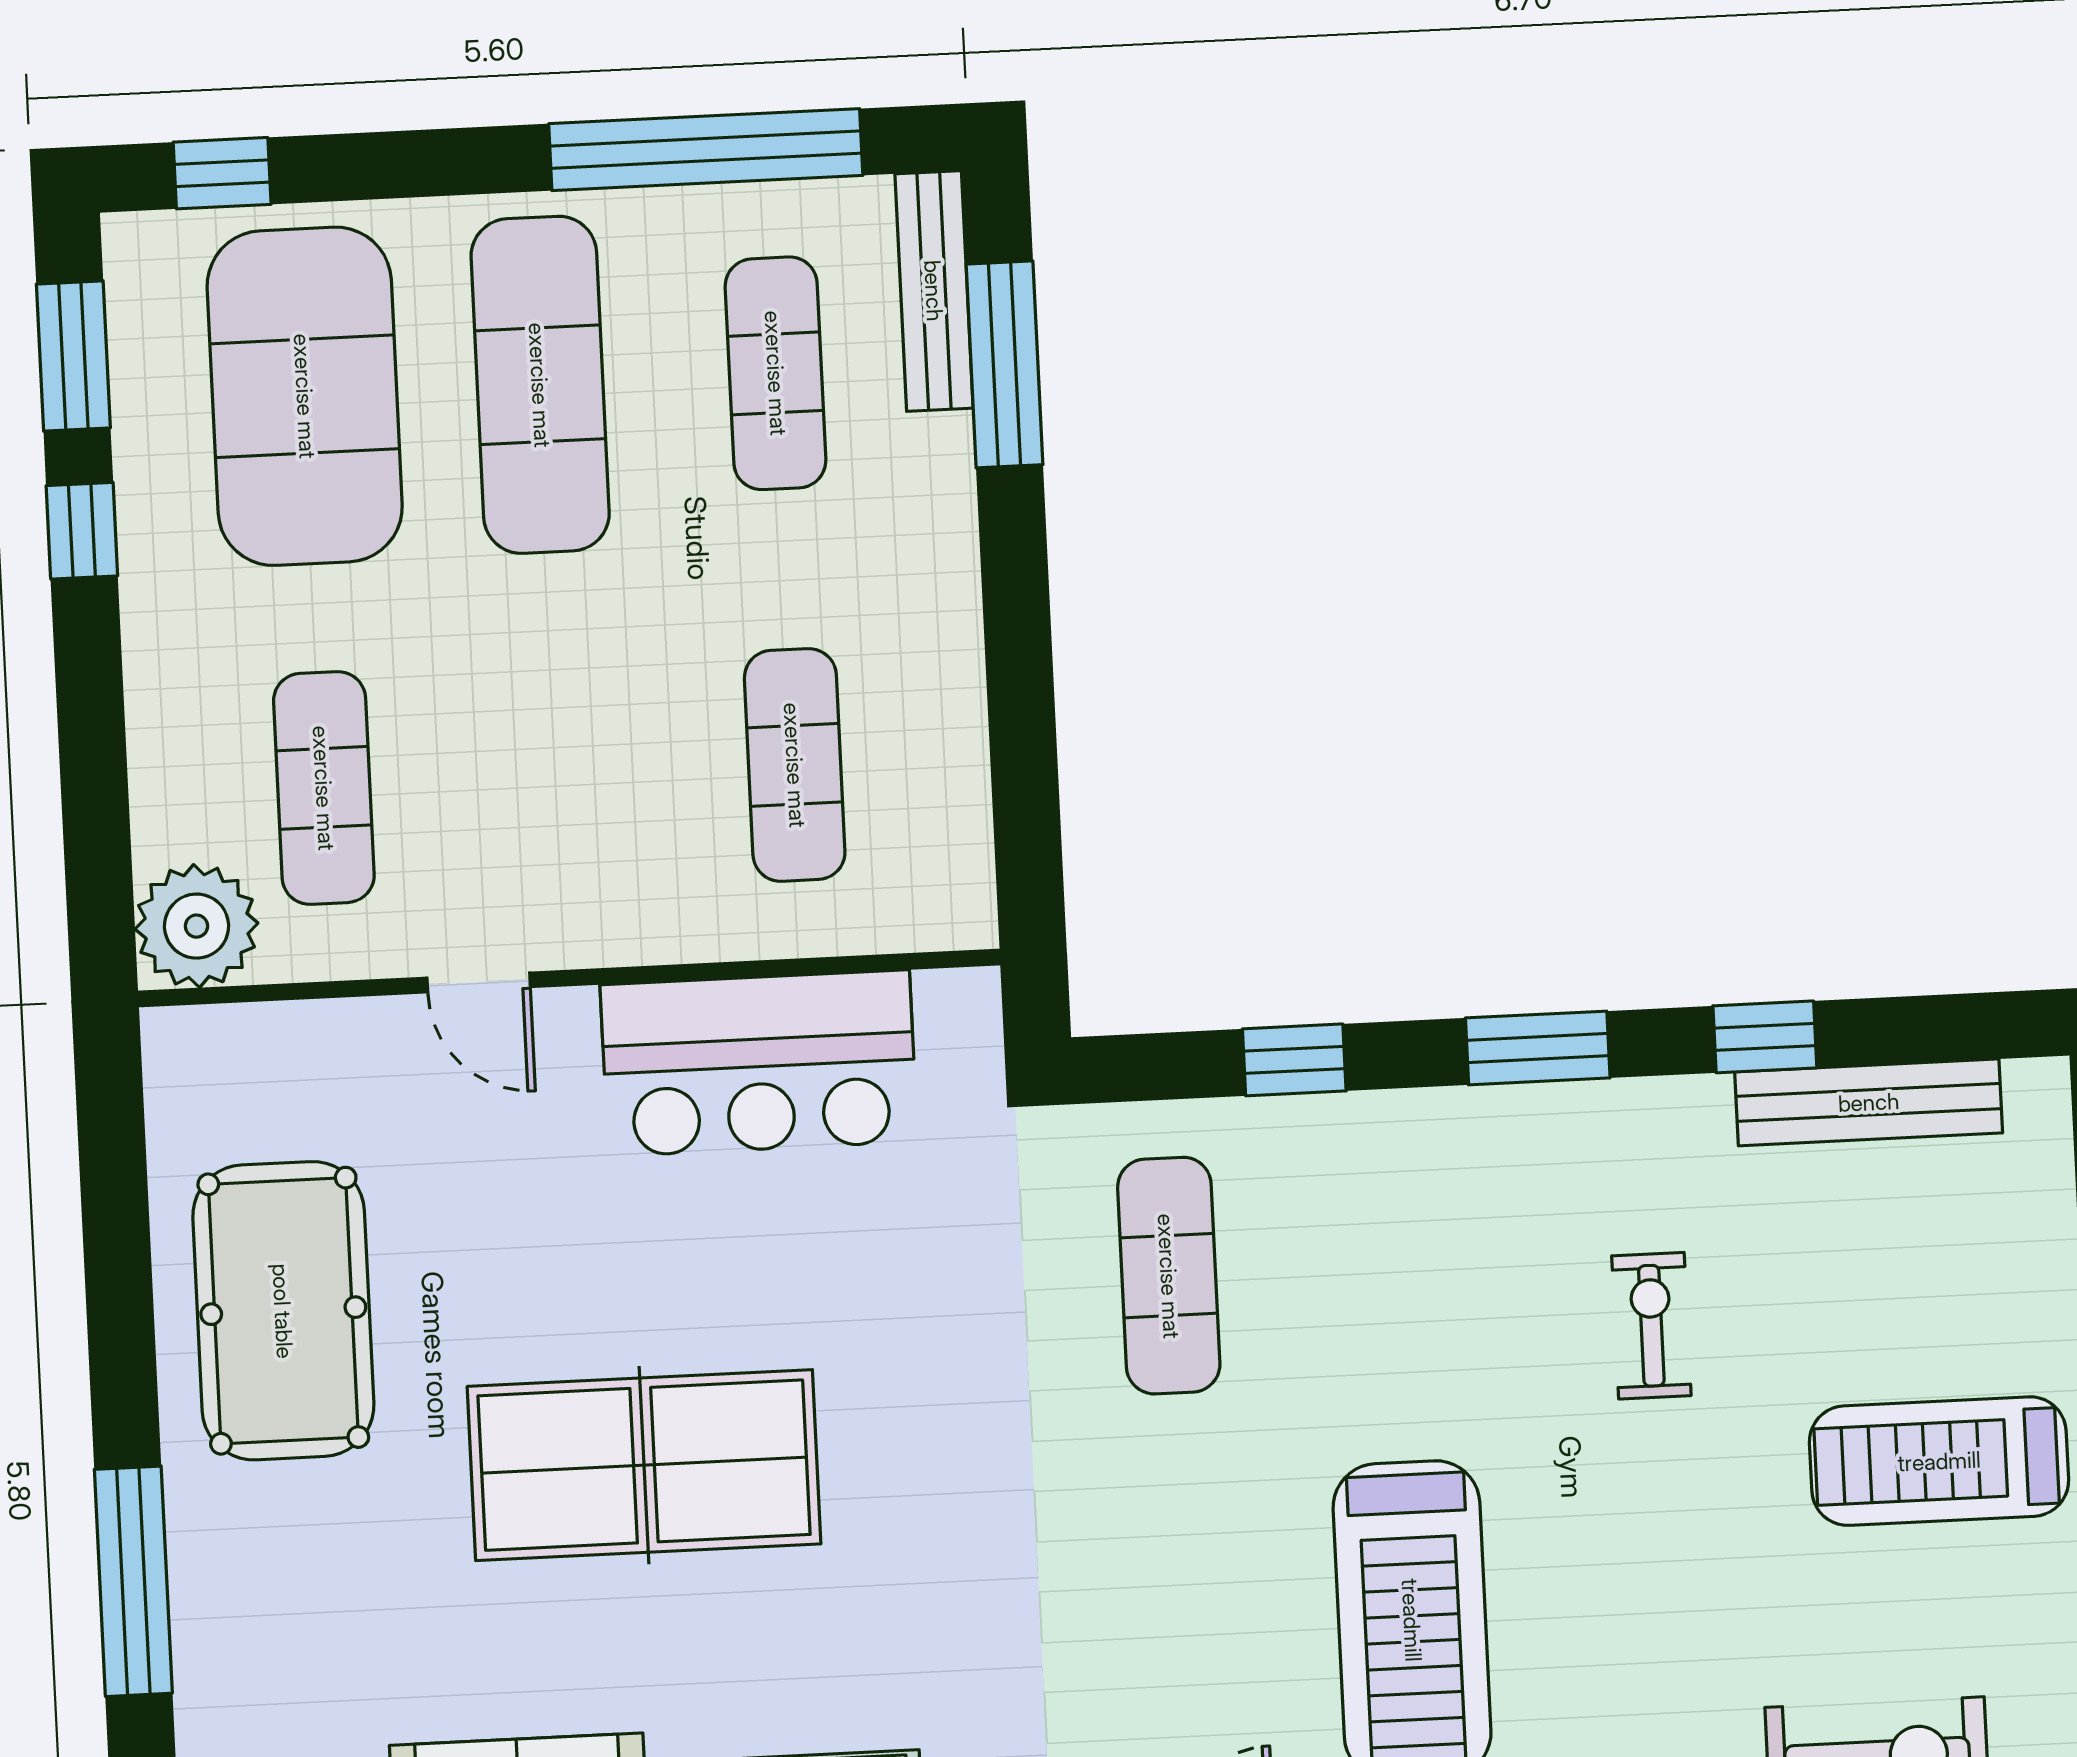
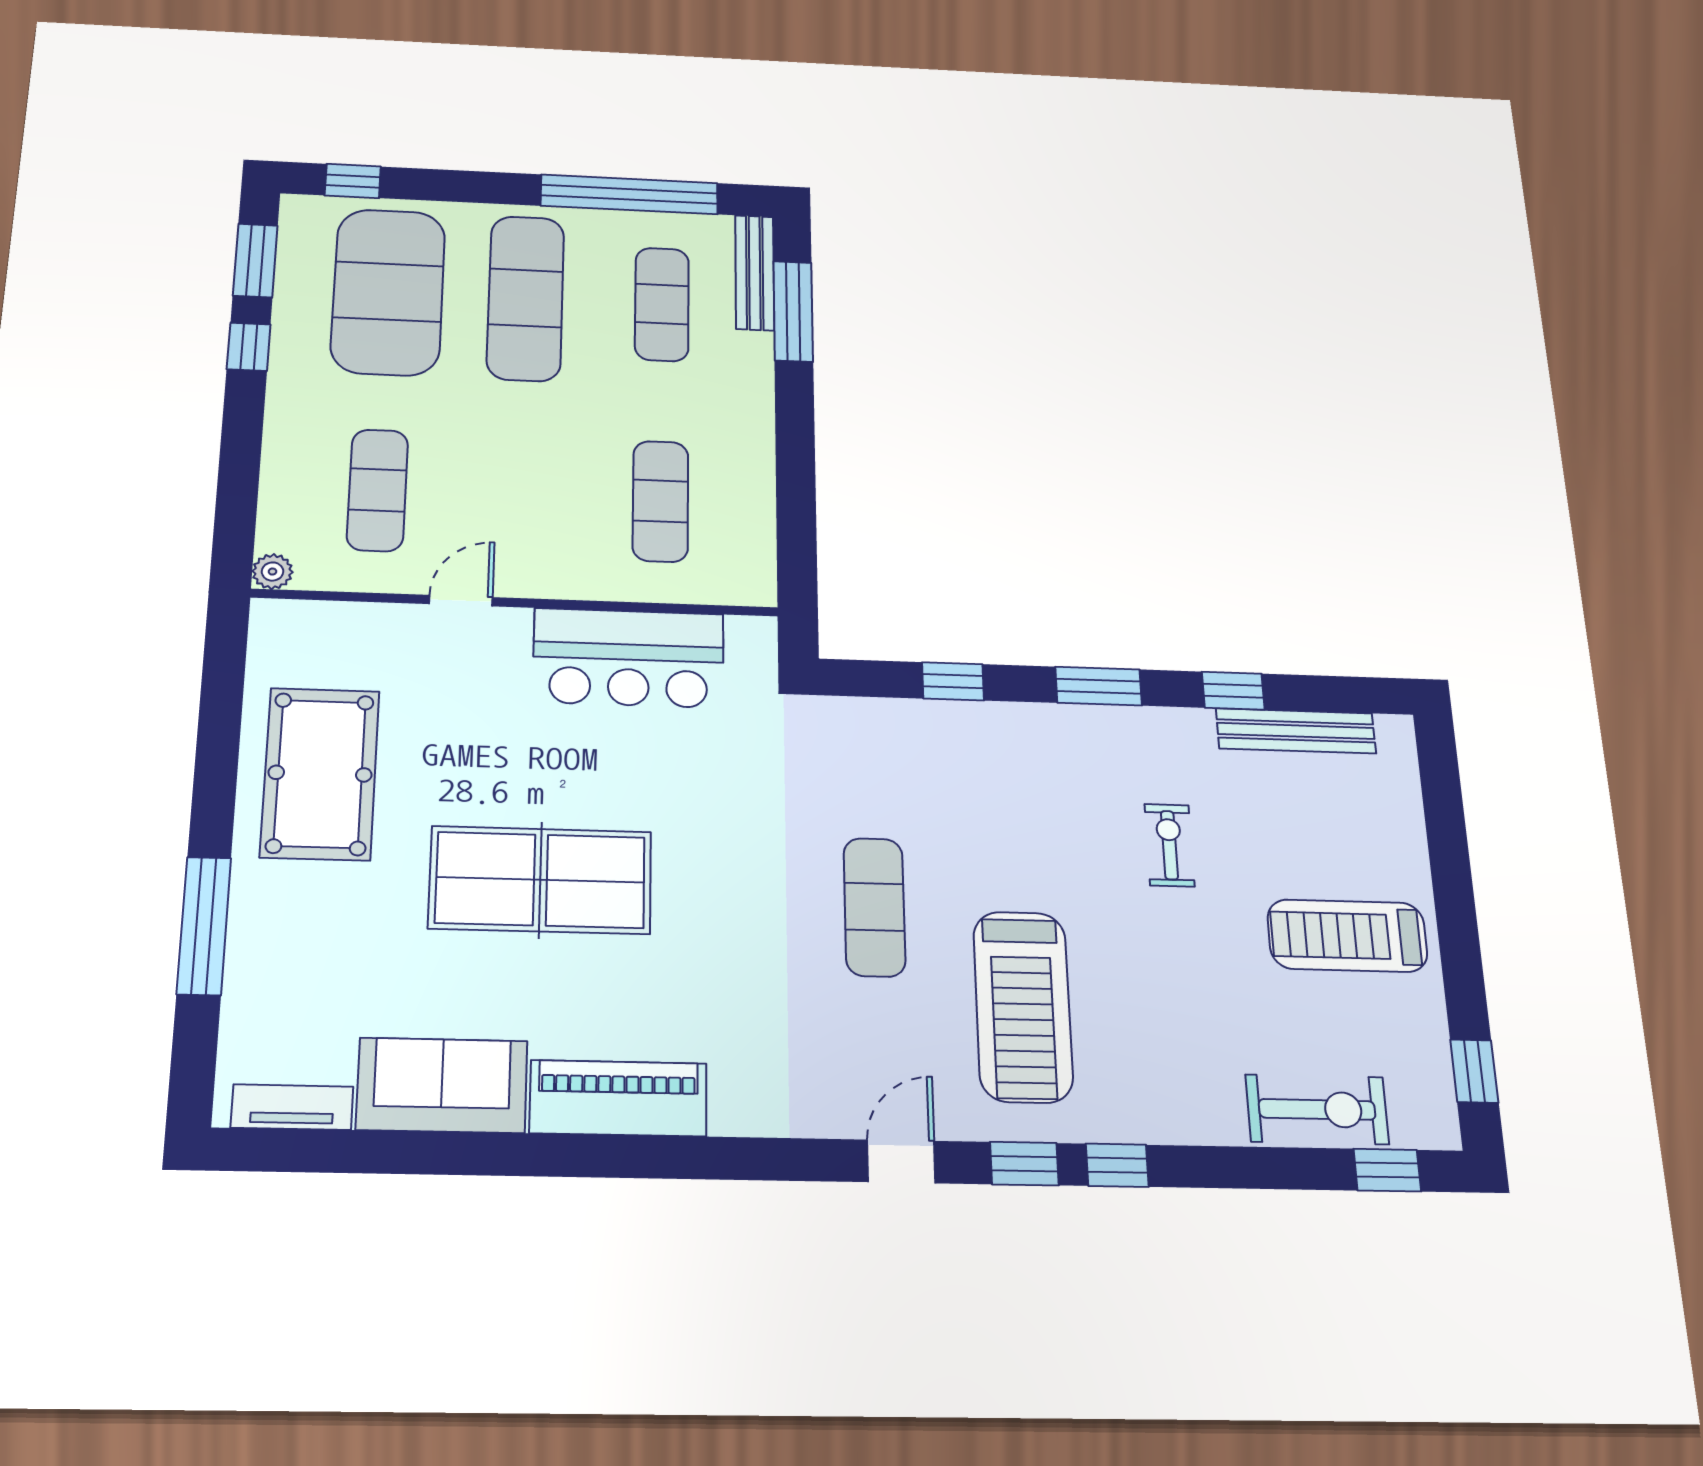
plant: (197, 926) -> (273, 572), width x0.53, depth x0.53
door: (479, 982) -> (461, 601), swing flipped
exercise mat: (1169, 1276) -> (874, 907), moved

